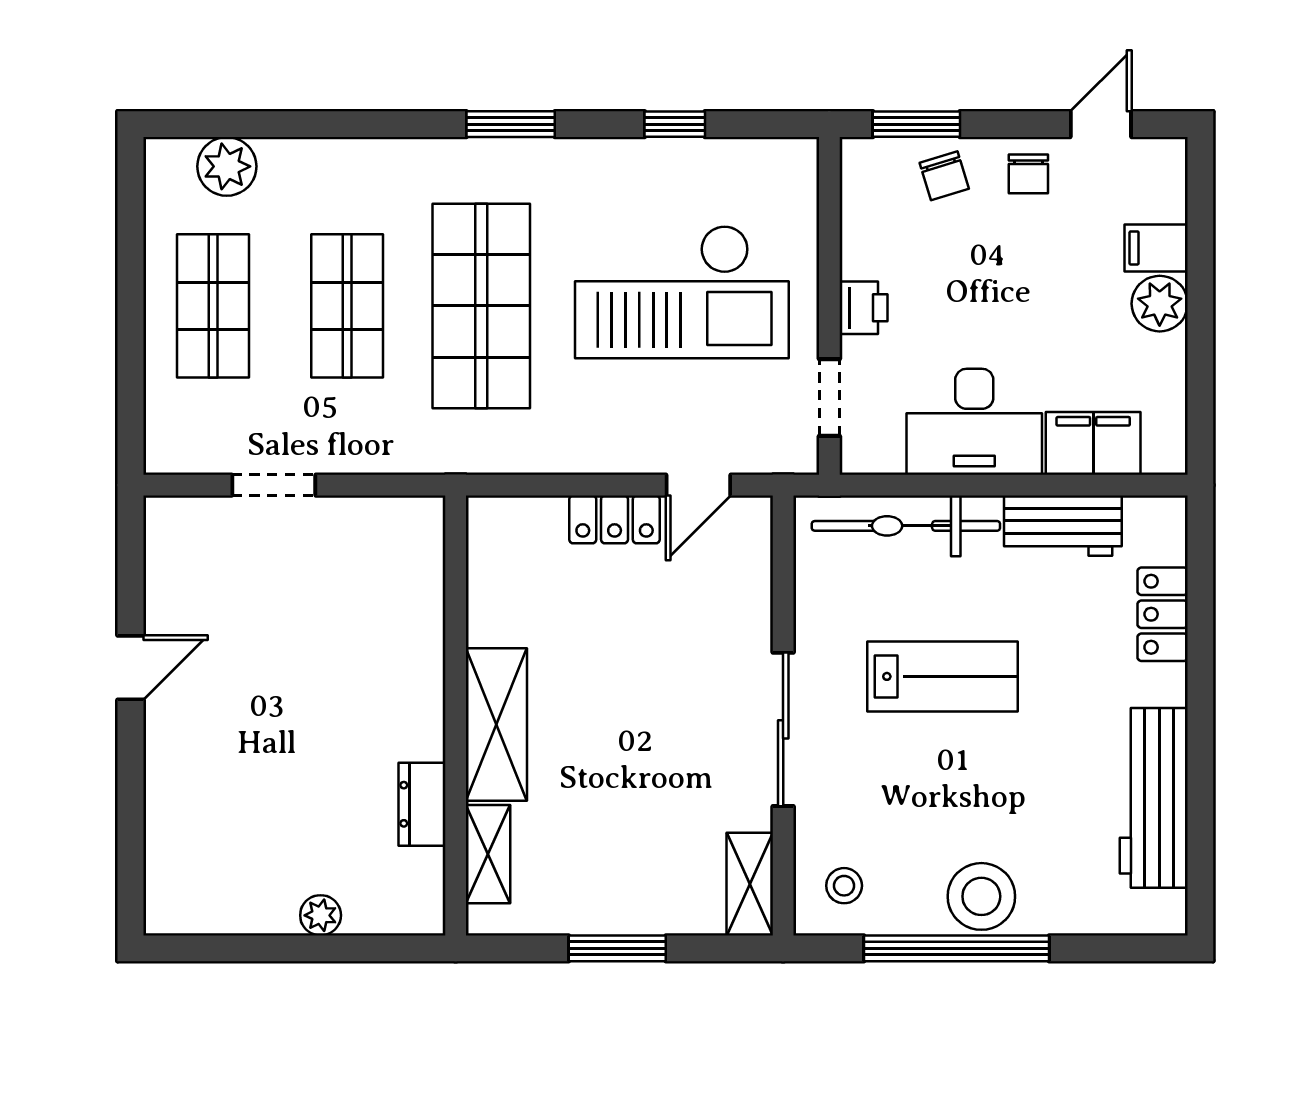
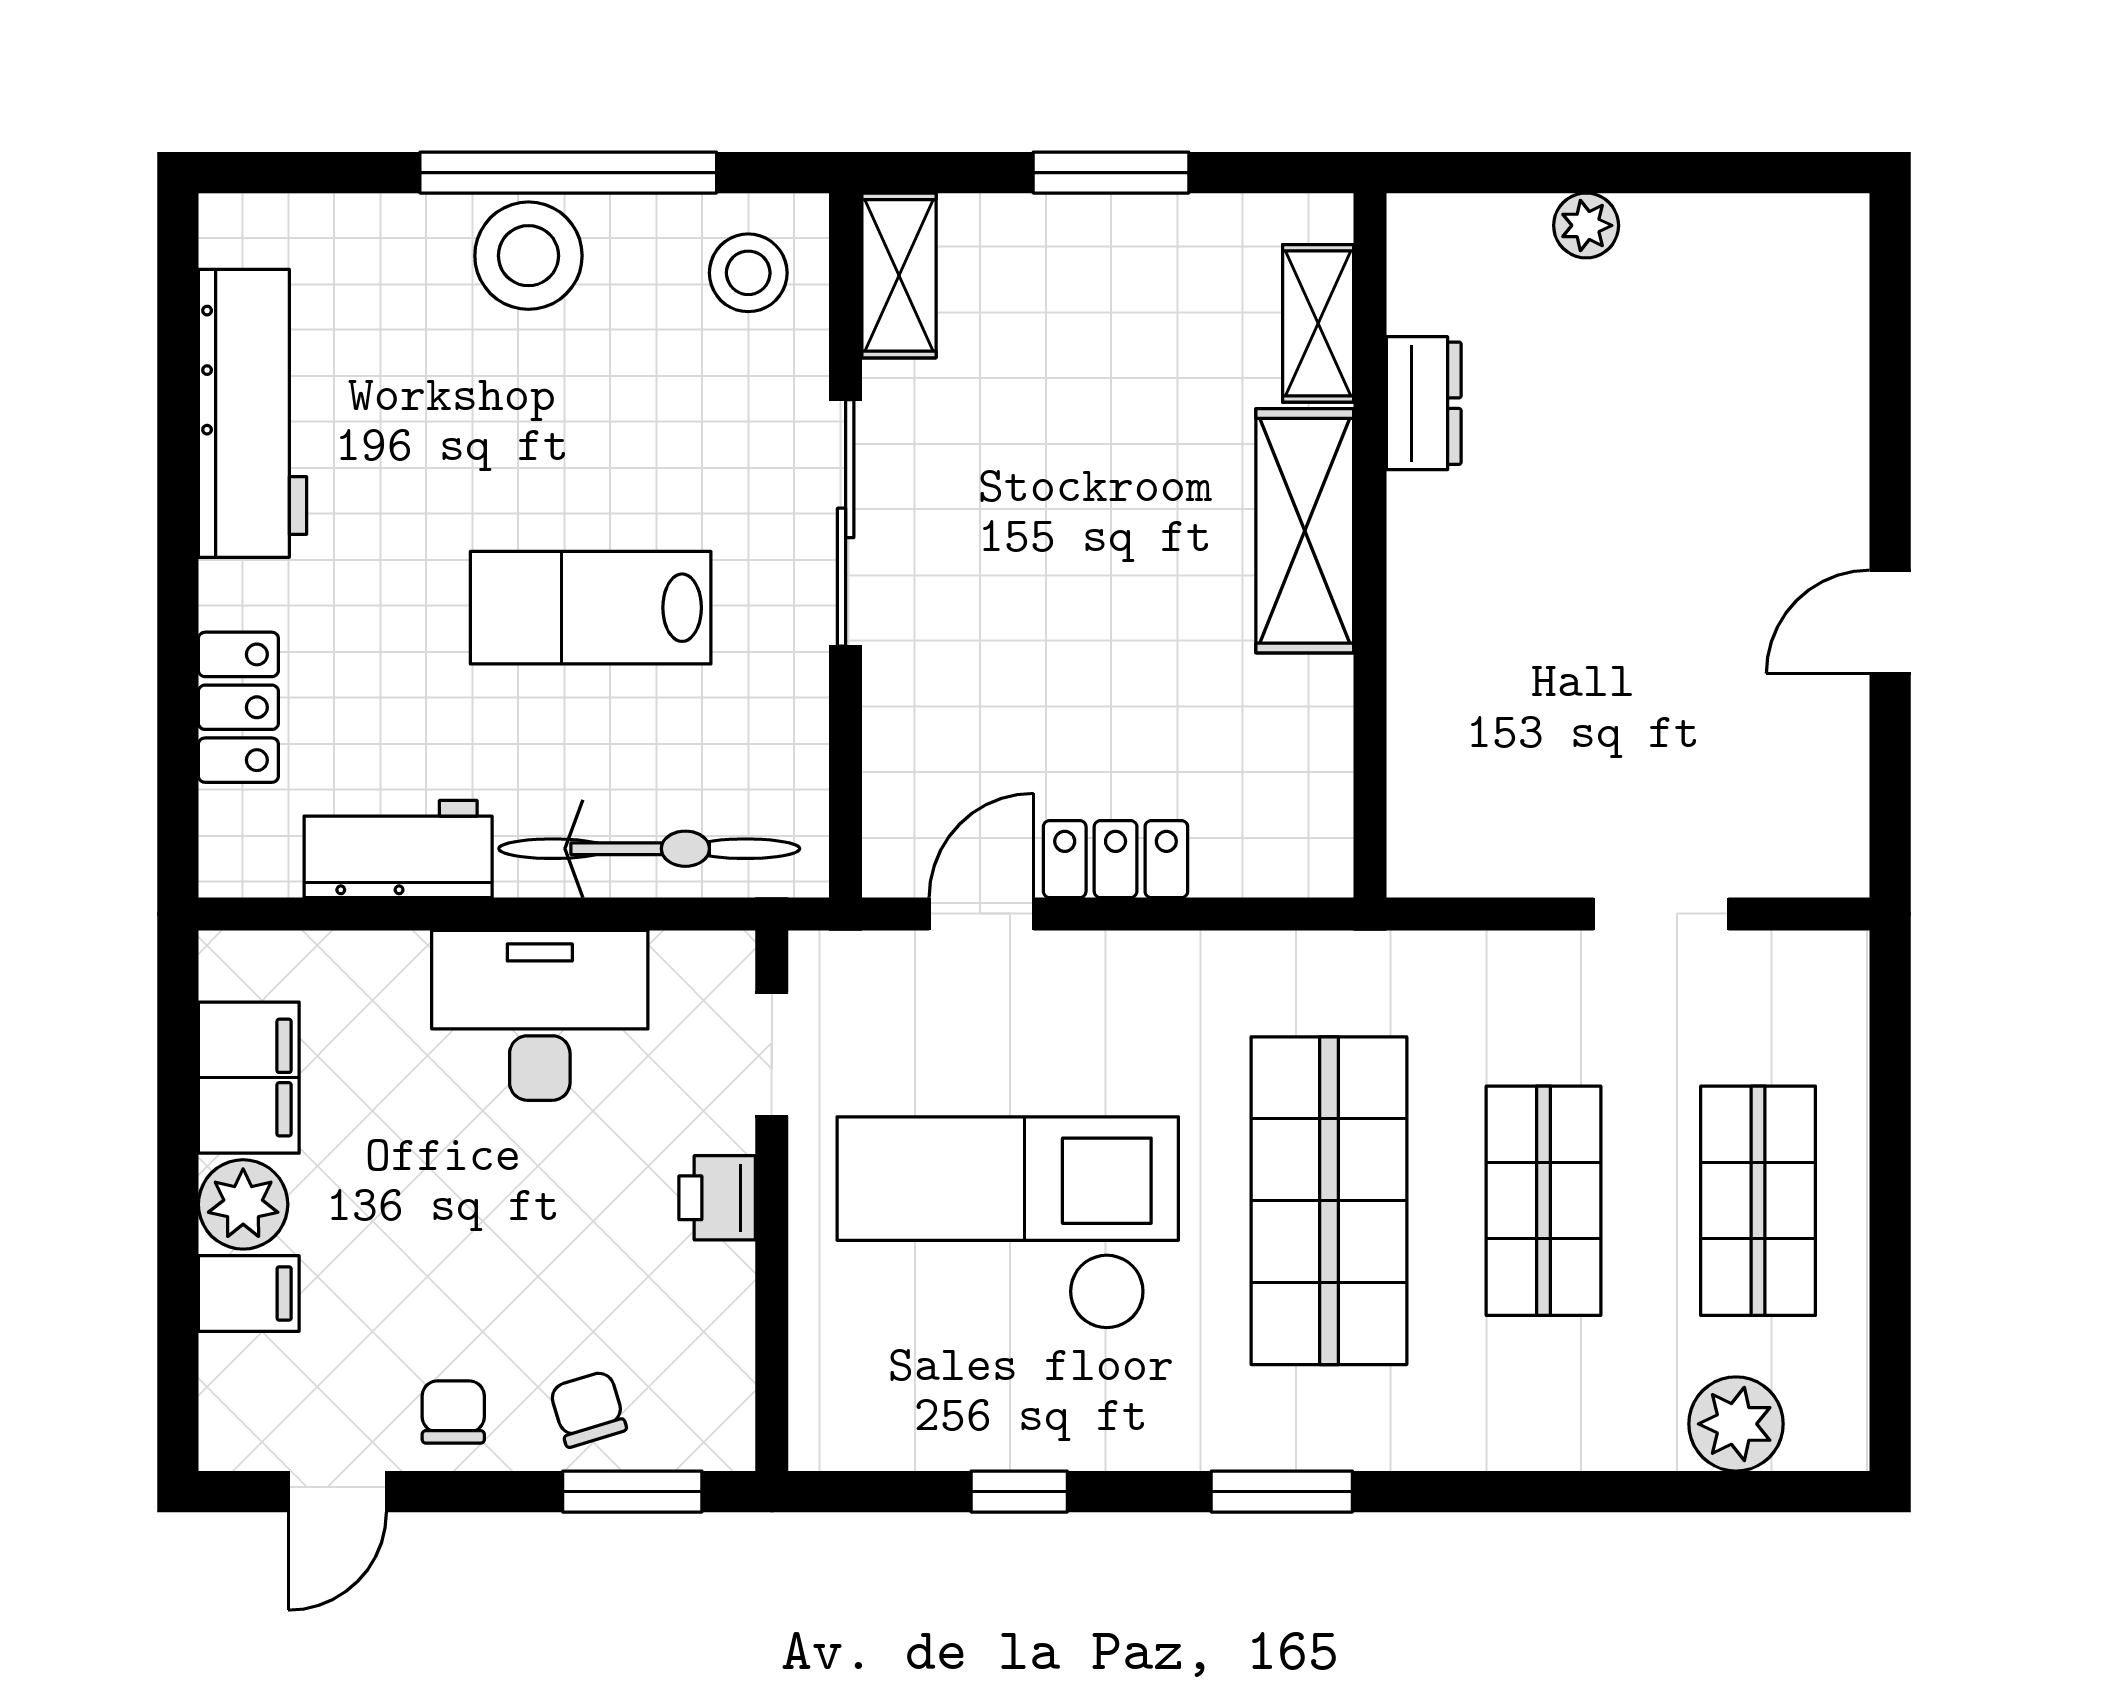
filing cabinet: (1093, 443) -> (249, 1078), moved, turned -90
stool: (844, 886) -> (748, 273), width x1.37, depth x1.37

